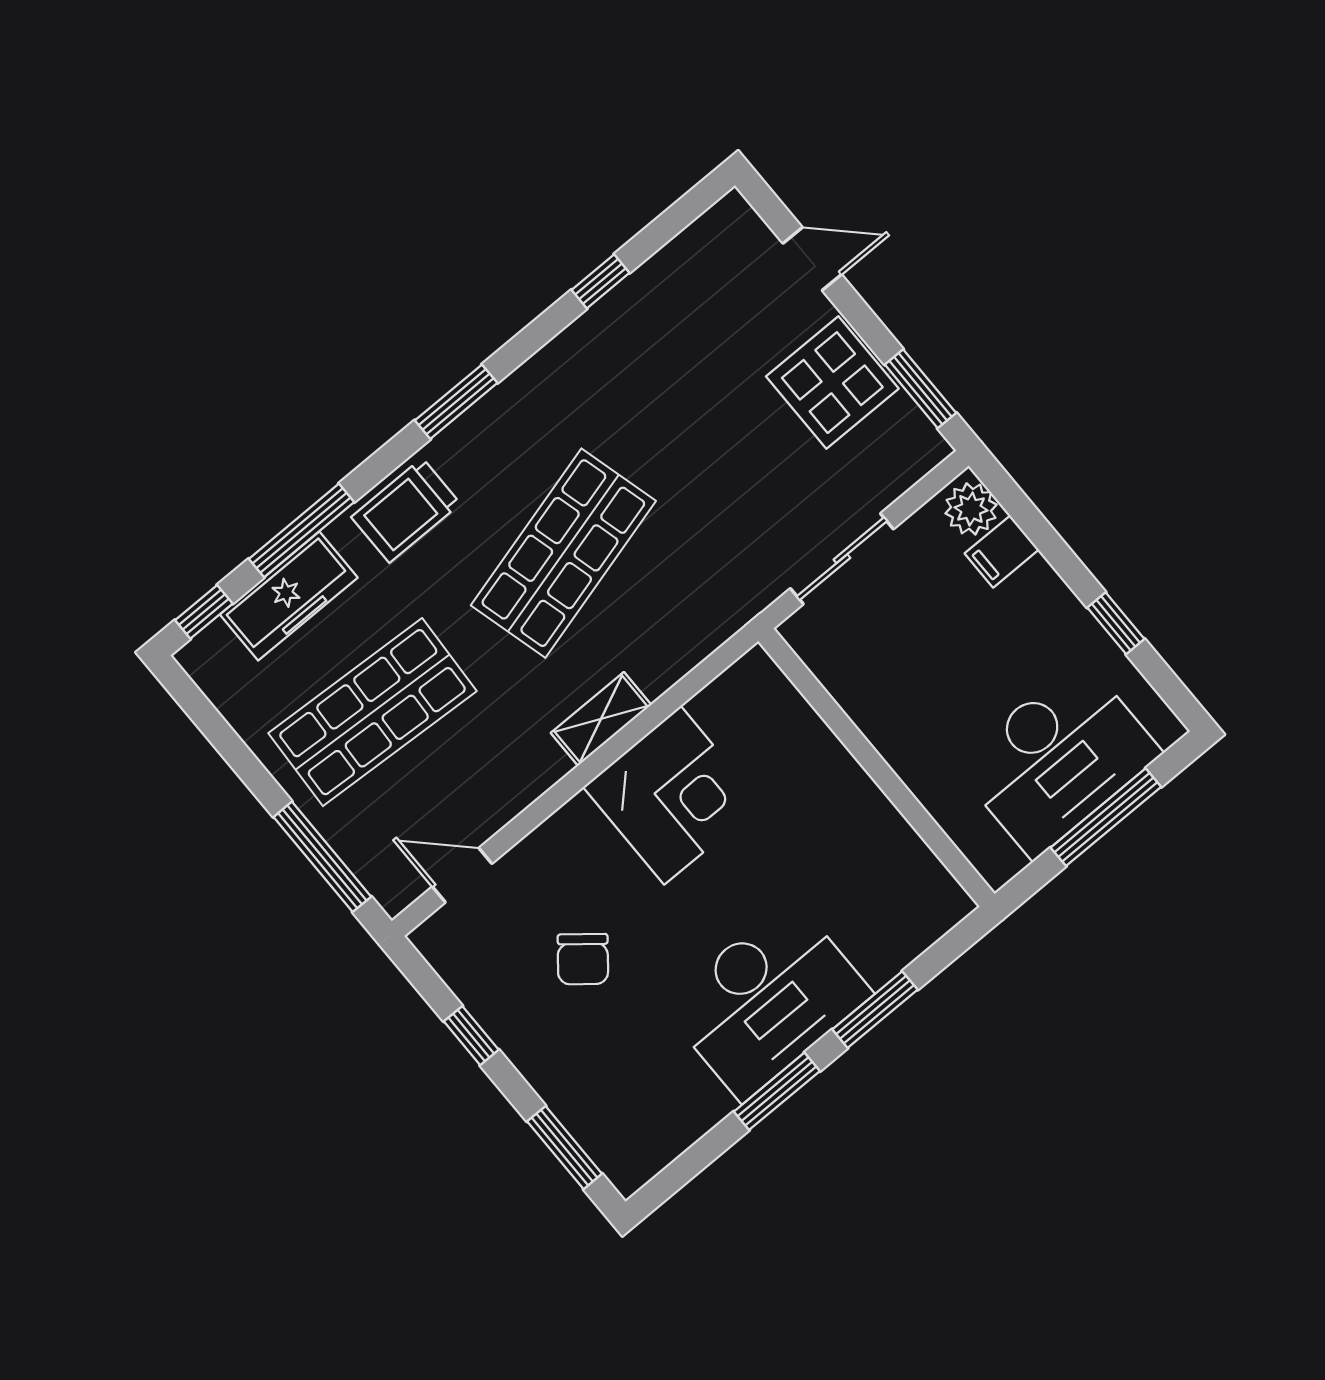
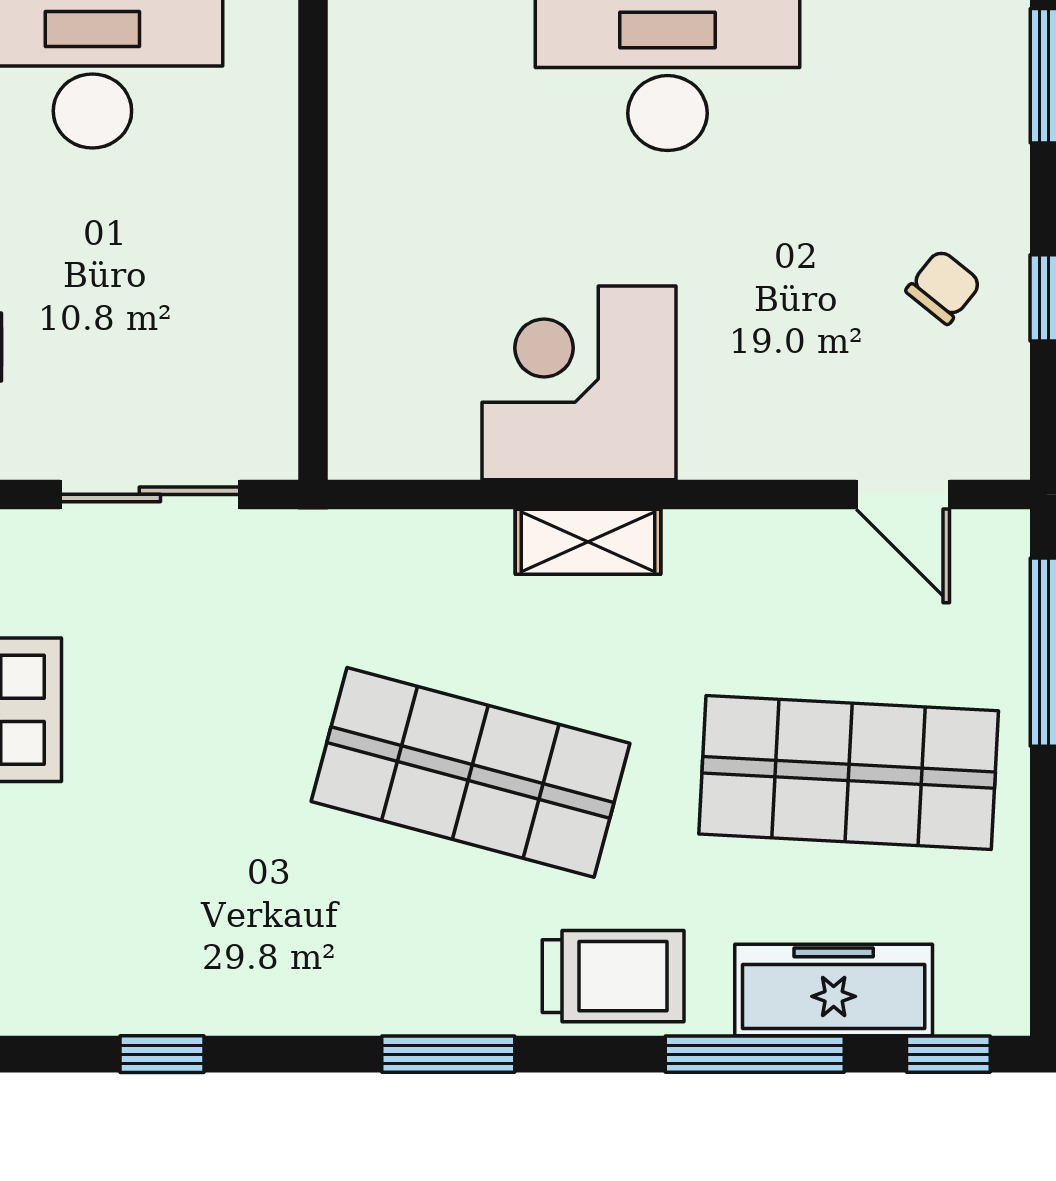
shop shelf: (563, 553) -> (470, 772), turned 30
chair: (583, 959) -> (944, 287), moved, width x0.73, depth x0.73

